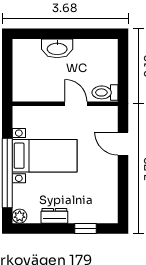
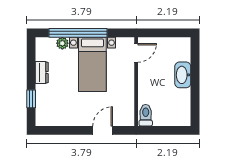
door: (76, 104) -> (136, 53), moved
plant: (20, 216) -> (62, 43), moved

